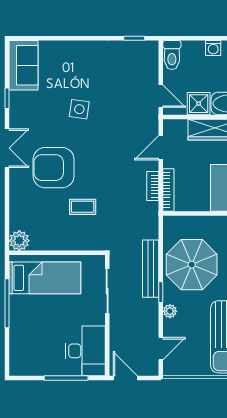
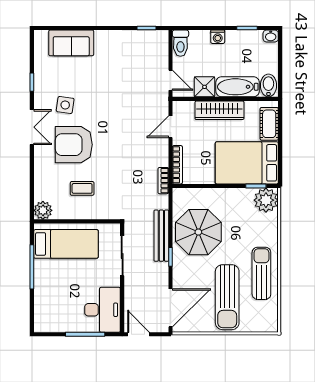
sofa: (24, 65) -> (71, 43), moved, turned 90
side table: (79, 109) -> (65, 105), moved
bookcase: (153, 186) -> (163, 181), moved
coffee table: (83, 207) -> (82, 188), moved
plant: (170, 311) -> (179, 274), removed
door: (161, 349) -> (171, 308), width x1.88

